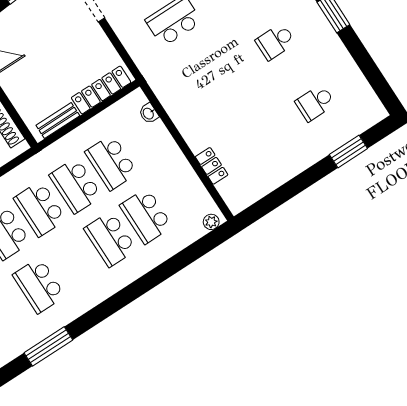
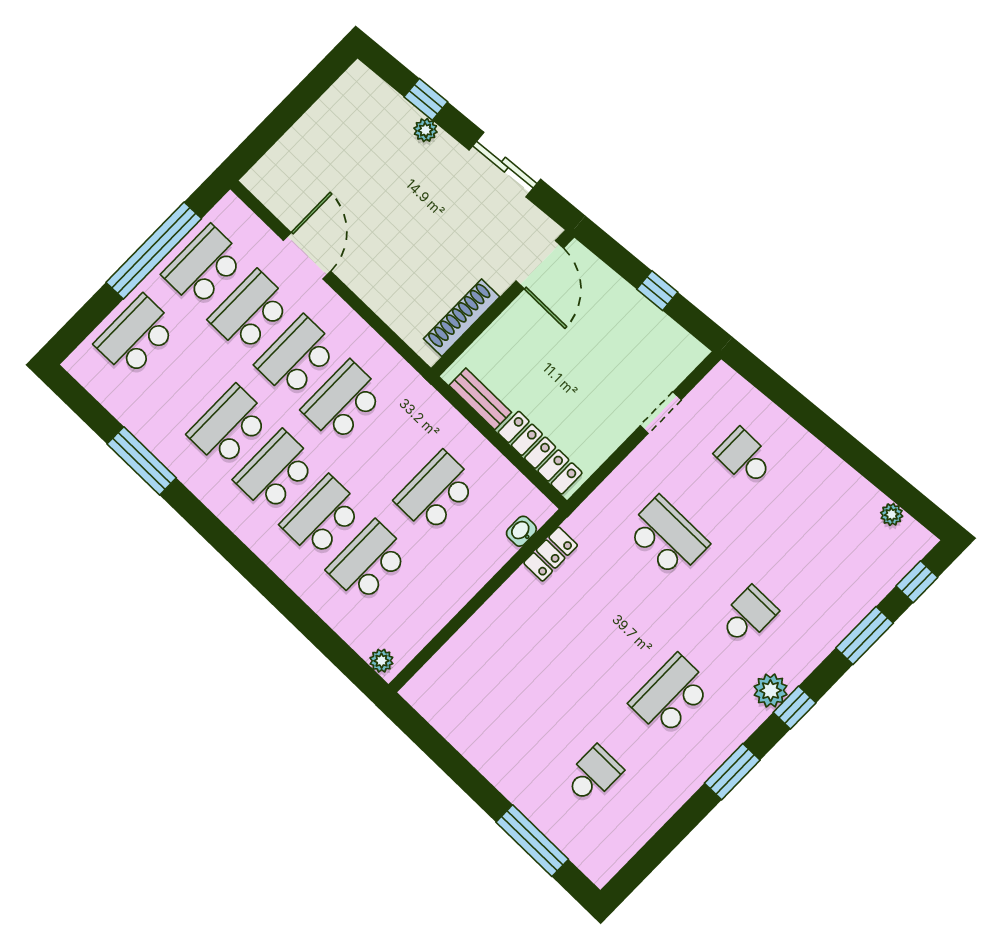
school desk: (275, 42) -> (671, 695), width x1.85
school desk: (315, 103) -> (593, 775), turned 90
window: (348, 152) -> (532, 841), width x1.44
locker: (212, 166) -> (551, 554), moved
school desk: (76, 186) -> (275, 471), moved

